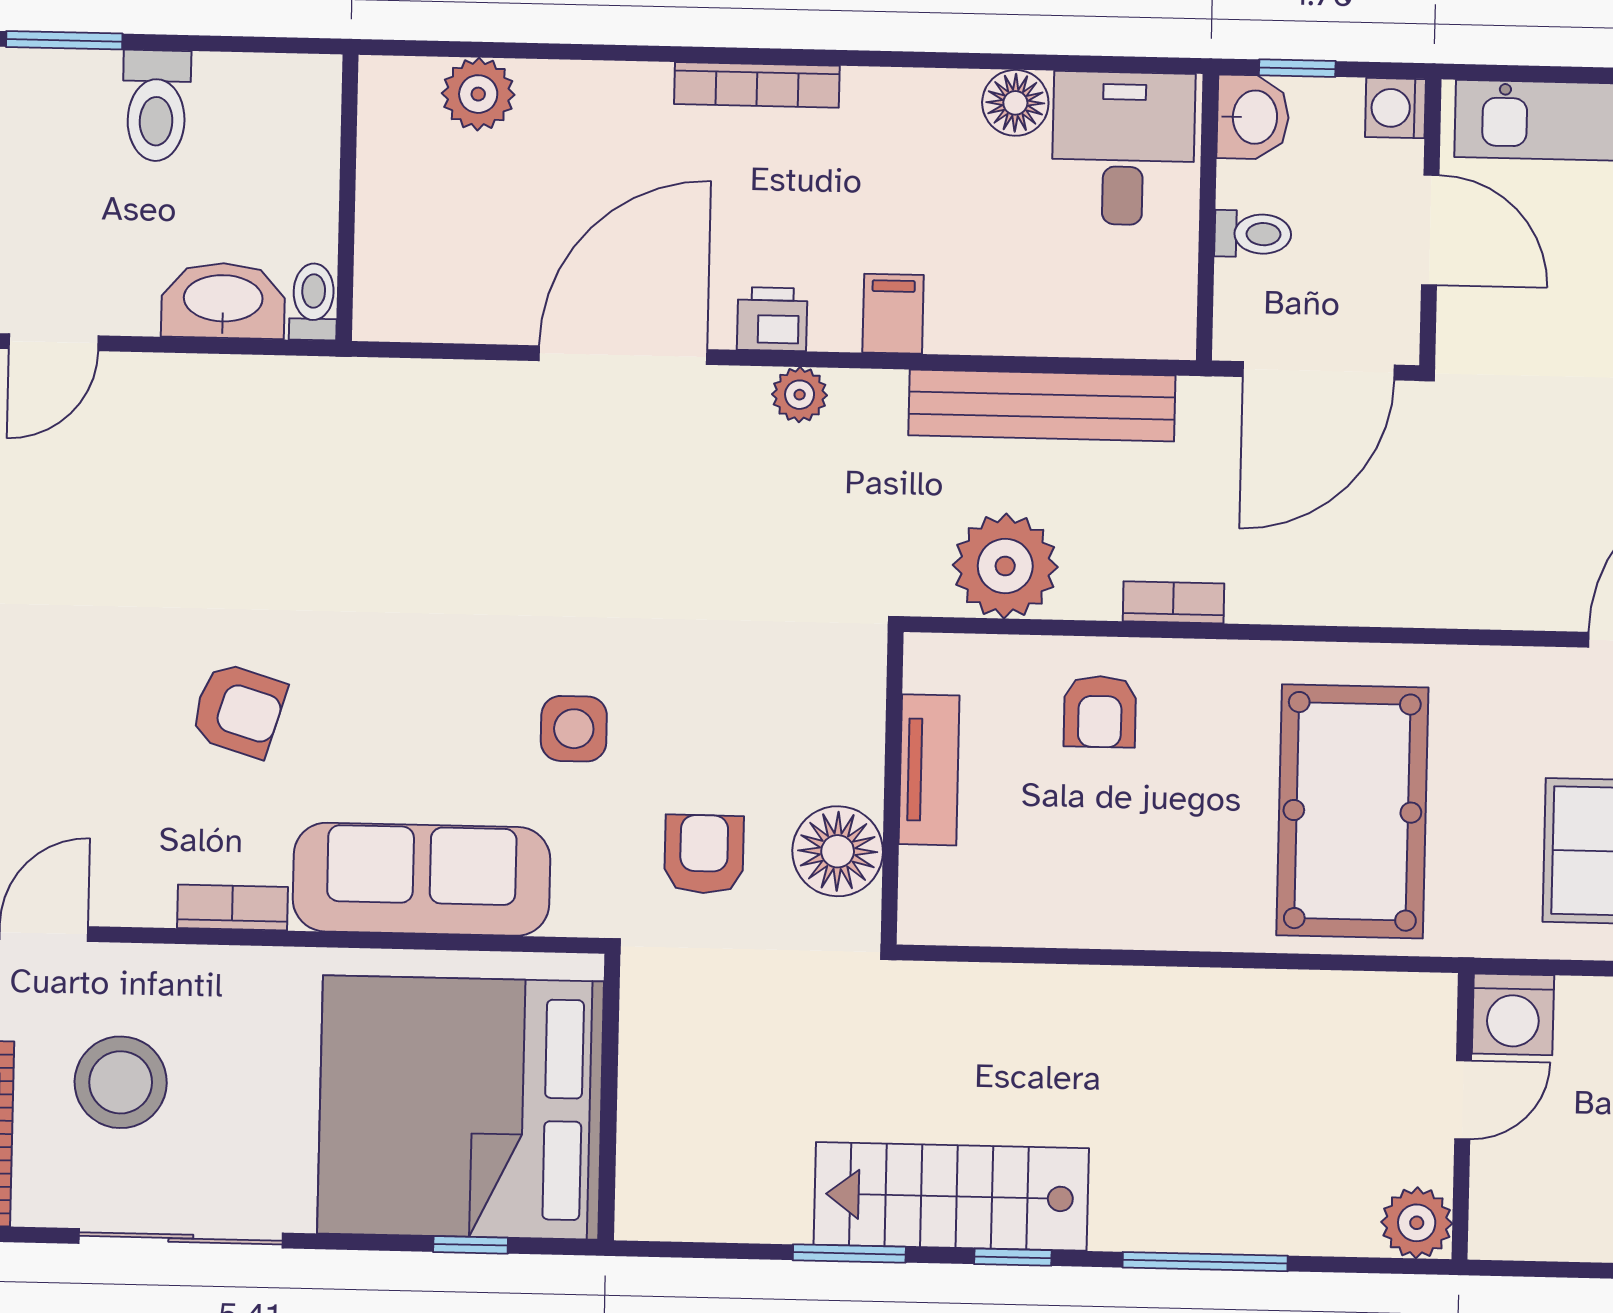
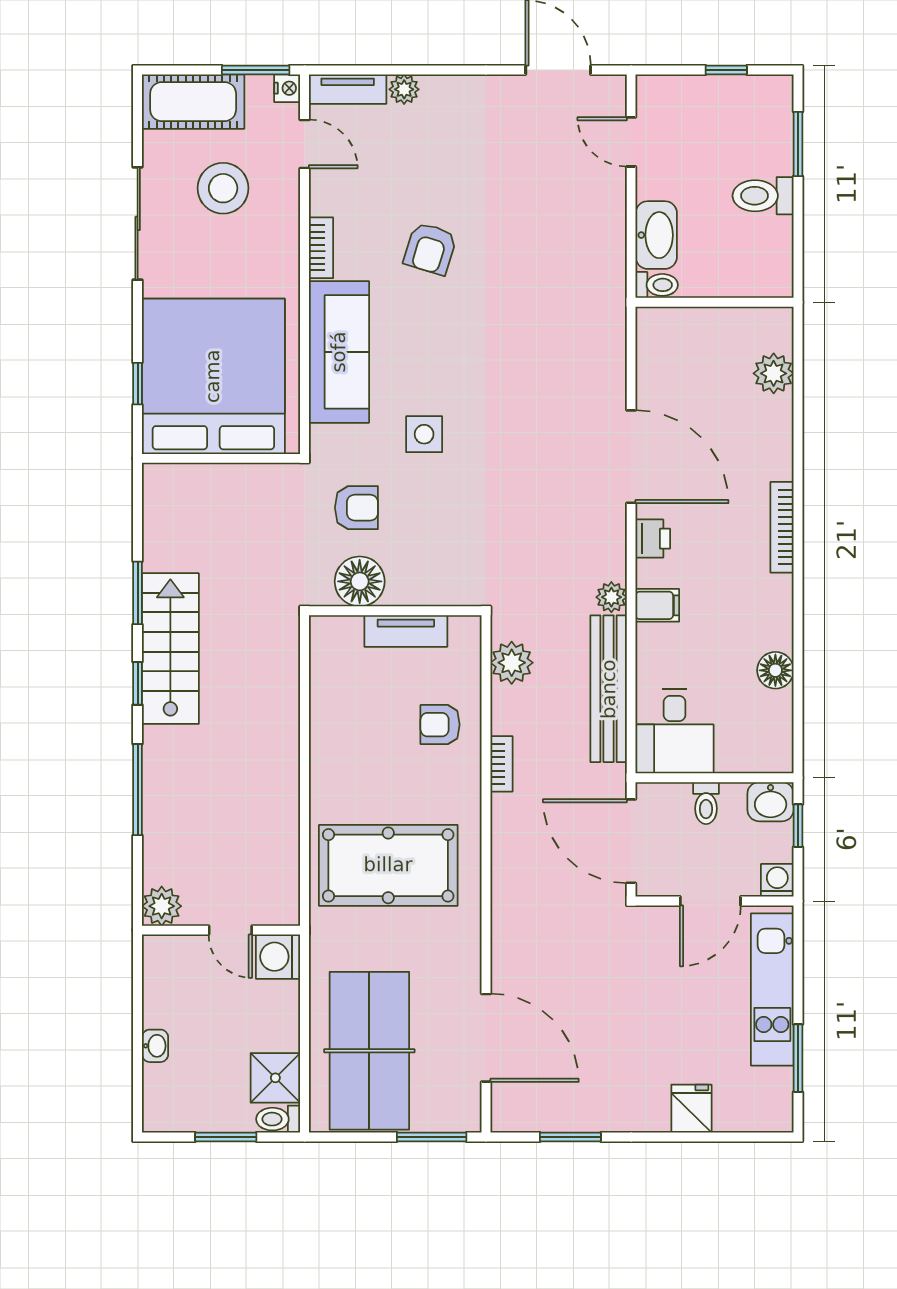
desk: (1123, 148) -> (675, 731), moved, turned 90
plant: (800, 395) -> (611, 597), moved
plant: (1005, 566) -> (512, 663), width x0.73, depth x0.73

